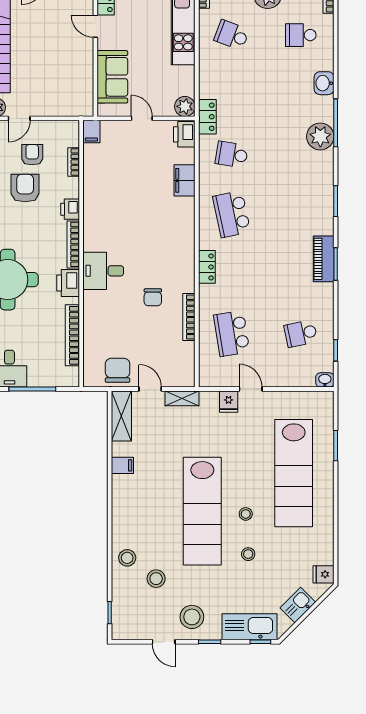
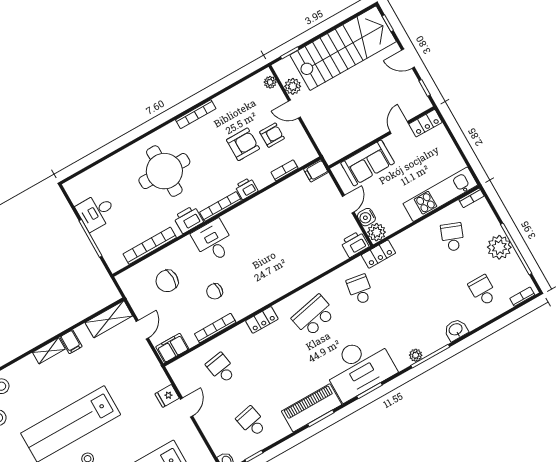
water cooler: (165, 108) -> (366, 217), added
plant: (320, 136) -> (416, 355), width x0.53, depth x0.53
filing cabinet: (185, 180) -> (172, 348), moved
desk: (307, 198) -> (359, 367), added
piano: (324, 259) -> (312, 408), width x1.37, depth x1.33
school desk: (232, 334) -> (221, 368), width x0.54
chair: (118, 370) -> (167, 281), moved, turned 180
shelving: (182, 398) -> (49, 351), moved, turned 90

